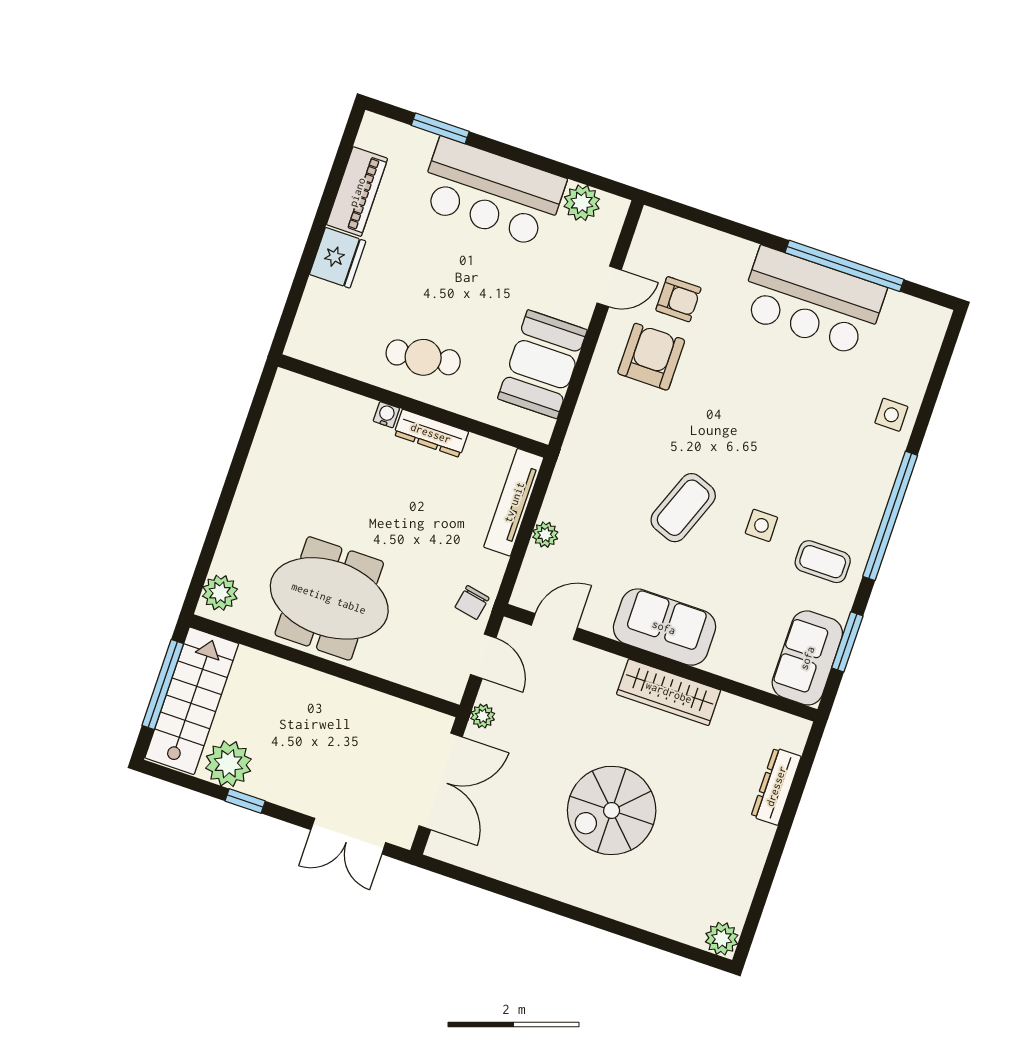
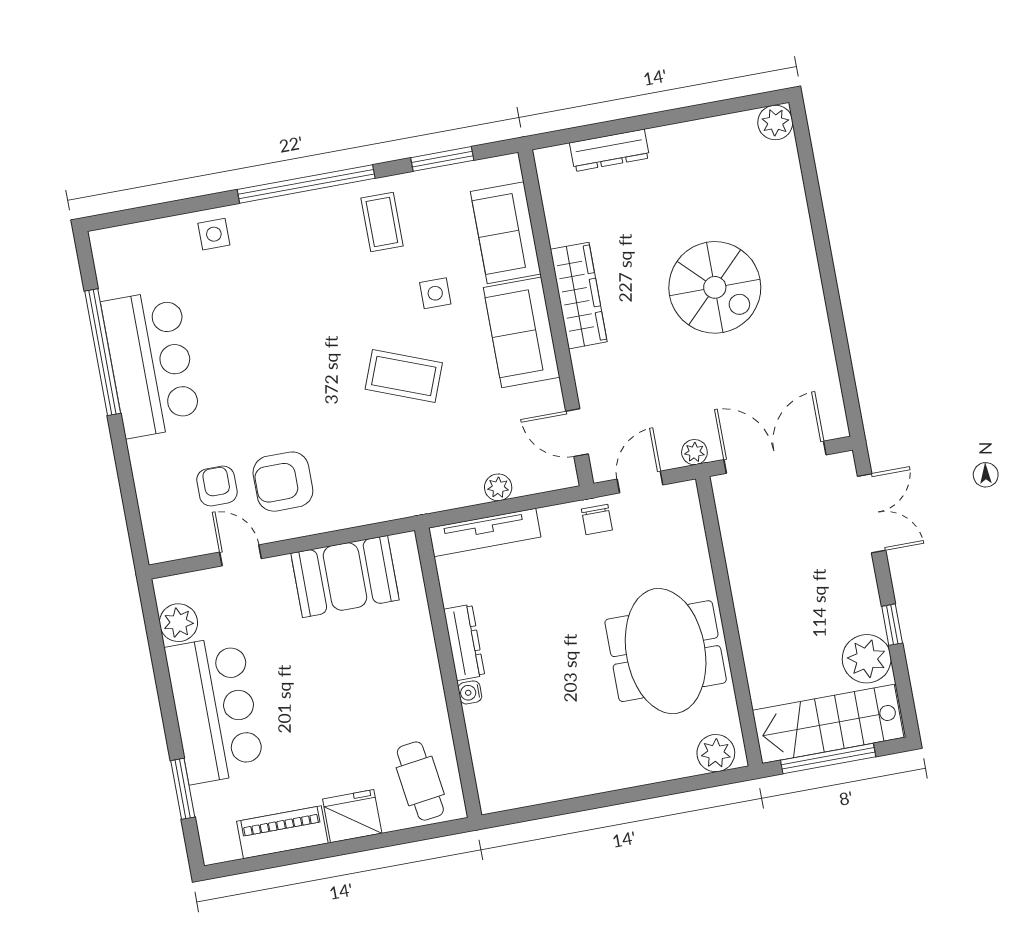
cafe table: (423, 357) -> (420, 781), moved
side table: (761, 525) -> (435, 293), moved
chair: (472, 603) -> (597, 519), turned 79
sofa: (807, 658) -> (506, 233), moved, turned 90

